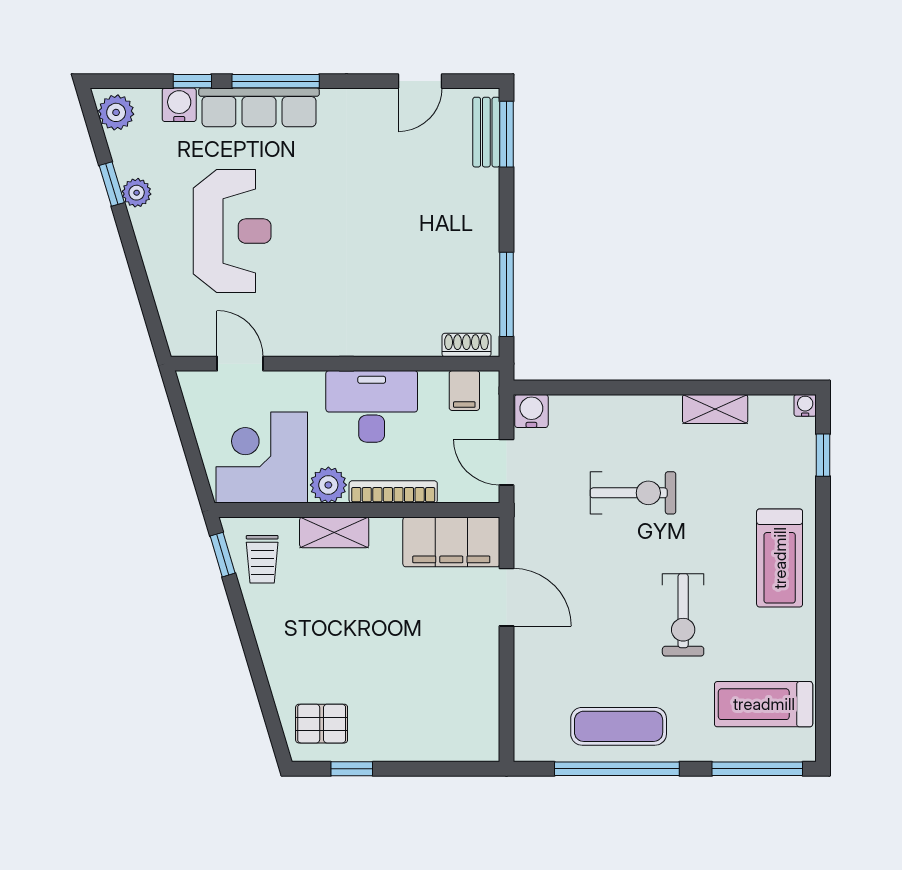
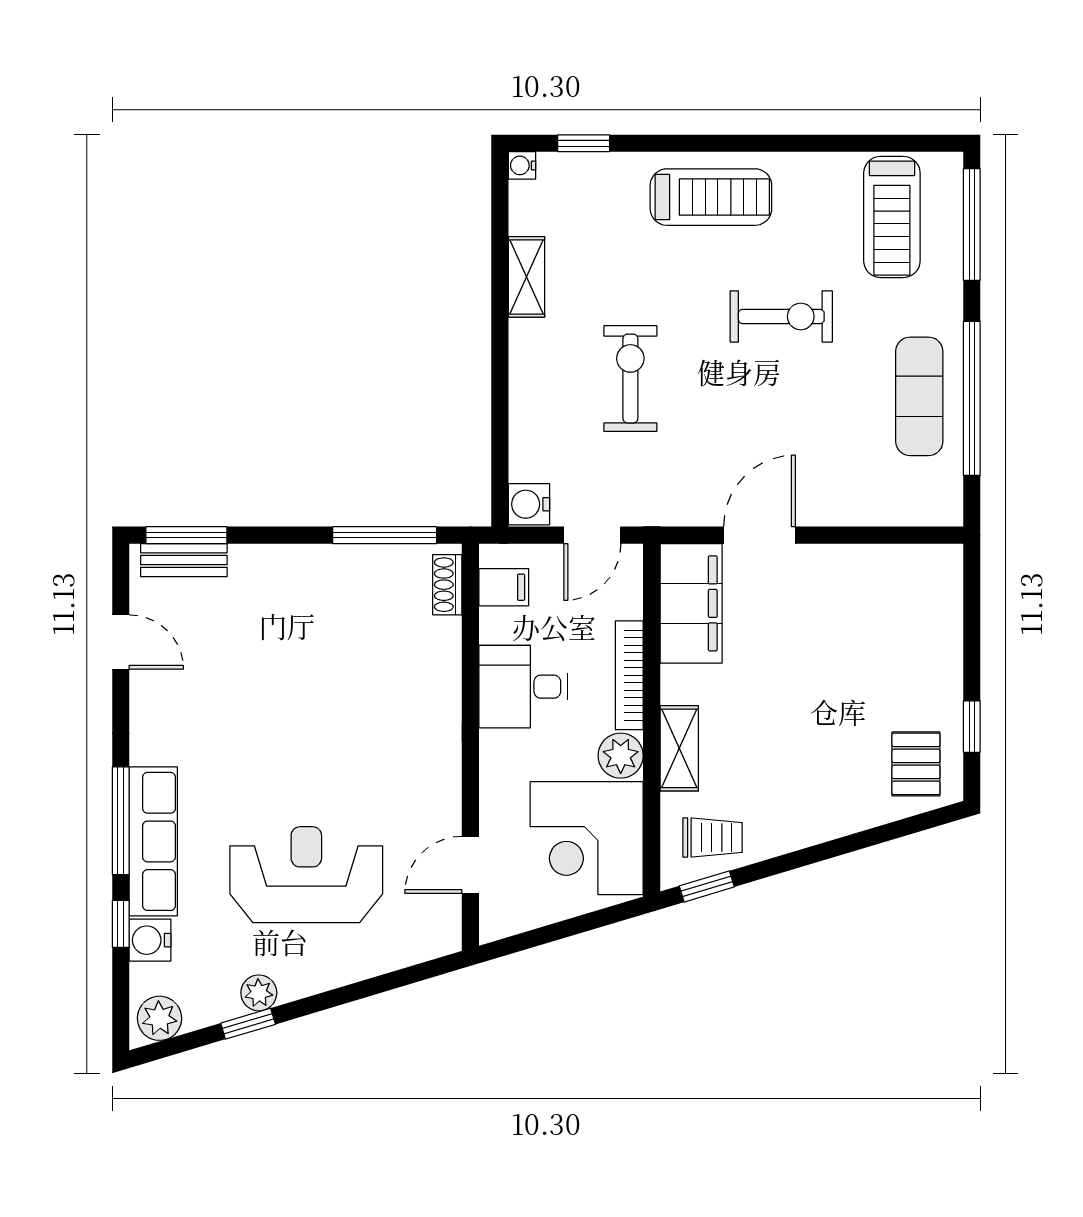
desk: (372, 406) -> (523, 687), width x0.73

